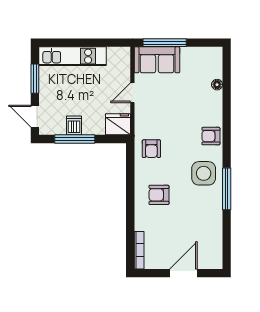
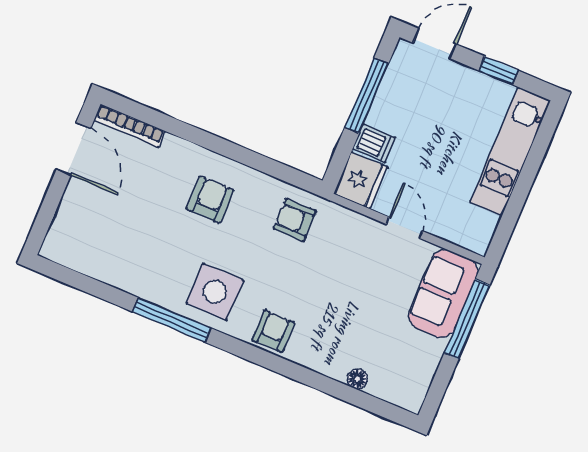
window: (35, 79) -> (499, 71), width x0.67
dishwasher: (74, 125) -> (374, 143), moved
door: (183, 273) -> (73, 149), moved

